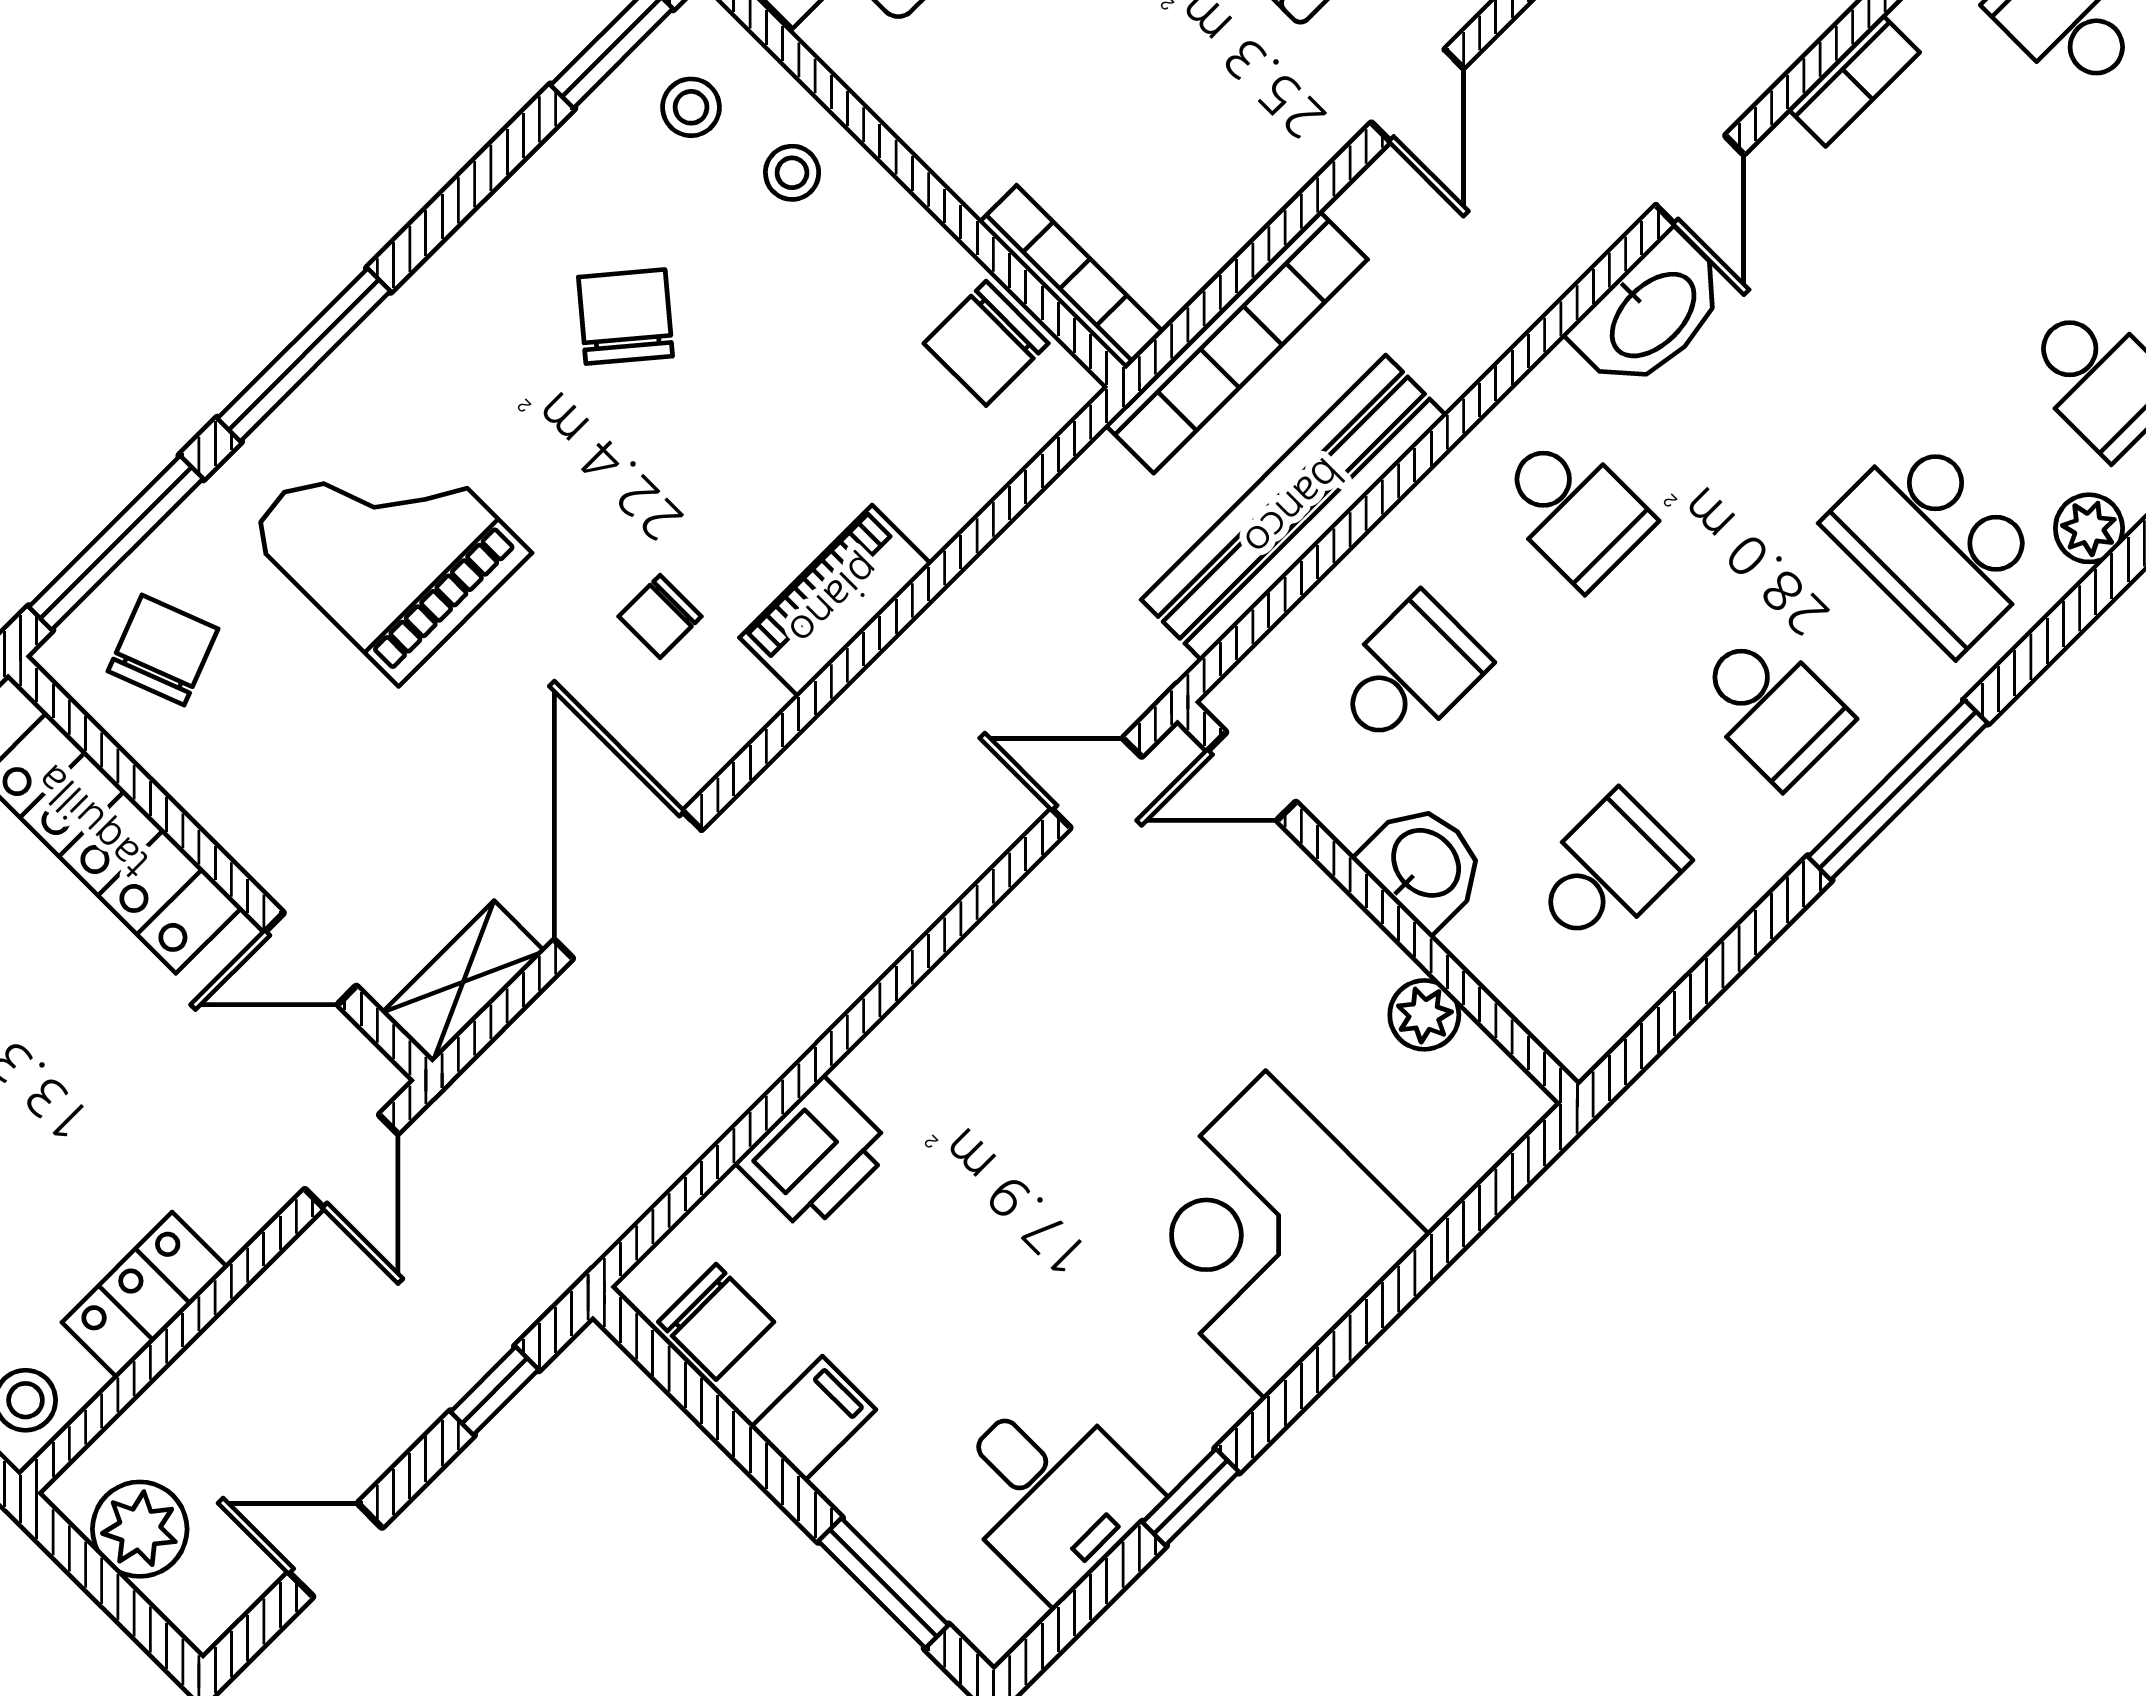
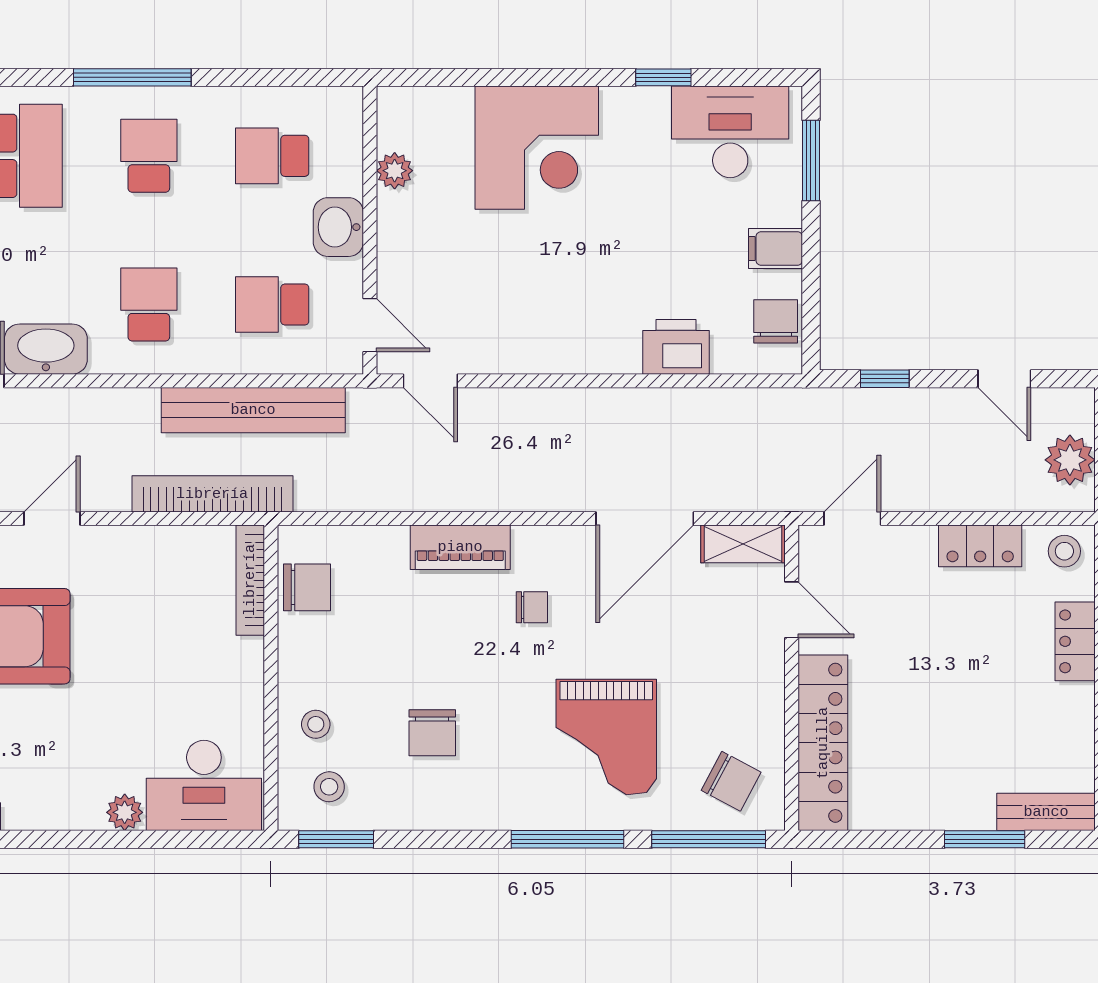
chair: (625, 317) -> (432, 733), turned -40
chair: (163, 650) -> (731, 781), turned -131
desk: (1050, 1492) -> (730, 132), width x1.37

